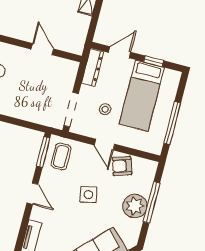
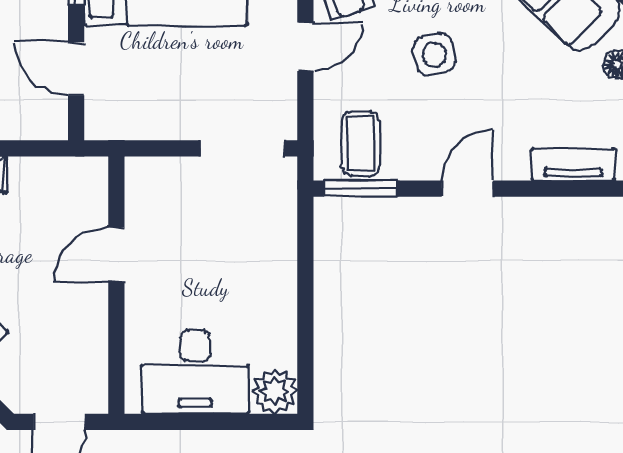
dresser: (93, 68) -> (129, 123), removed
stool: (105, 109) -> (221, 67), removed
coffee table: (61, 156) -> (361, 143), turned 90

